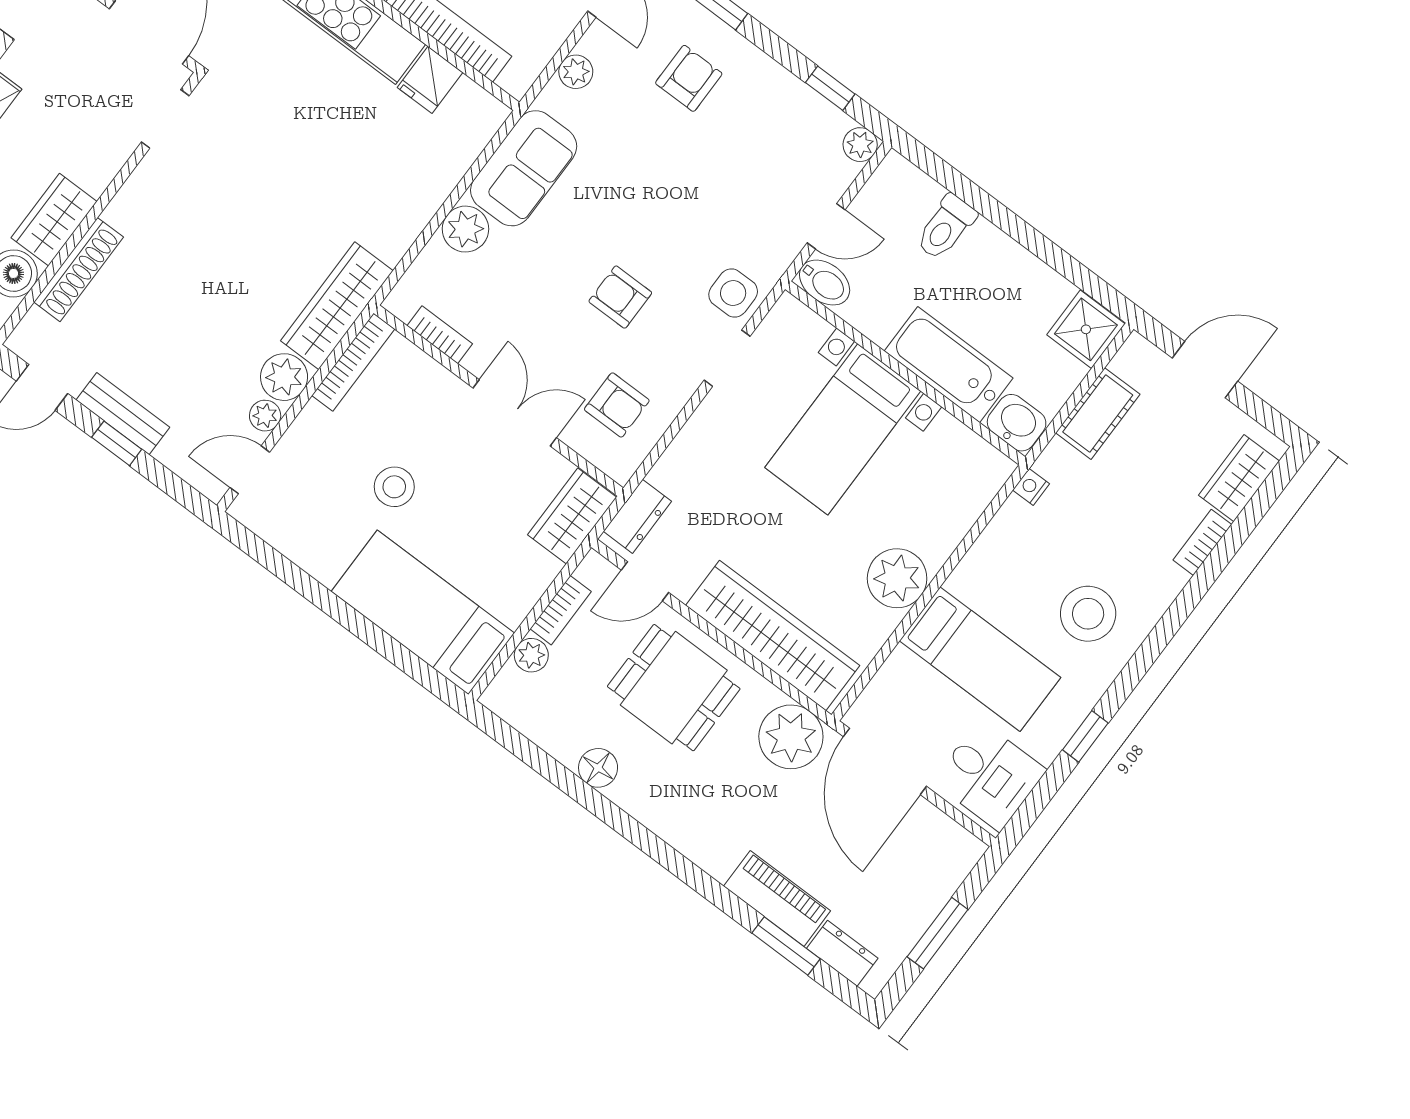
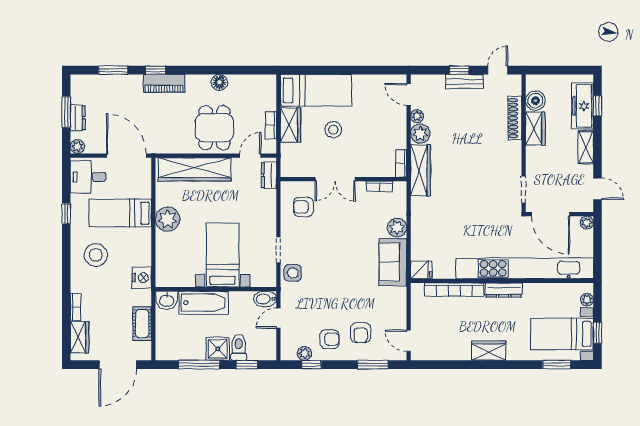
plant: (576, 72) -> (400, 307), removed
fridge: (430, 80) -> (421, 270), moved, turned 90
plant: (860, 145) -> (304, 353), moved
window: (955, 182) -> (247, 365), added
window: (1048, 252) -> (199, 365), added
armchair: (620, 297) -> (329, 339), moved
shower: (1086, 329) -> (218, 349), moved
bookcase: (353, 362) -> (401, 163), width x0.64
door: (1205, 370) -> (118, 365), width x1.36
door: (250, 470) -> (409, 94), swing flipped
stool: (394, 487) -> (333, 130), moved
nightstand: (1031, 487) -> (142, 278), width x1.89, depth x1.79
wardrobe: (572, 516) -> (291, 125), moved
plant: (531, 655) -> (270, 103), removed
dining table: (674, 688) -> (214, 128), turned 90
plant: (791, 737) -> (77, 147), moved, width x0.53, depth x0.53
window: (704, 885) -> (155, 70), added
piano: (777, 899) -> (164, 84), moved
dresser: (842, 953) -> (78, 118), moved, turned -90

